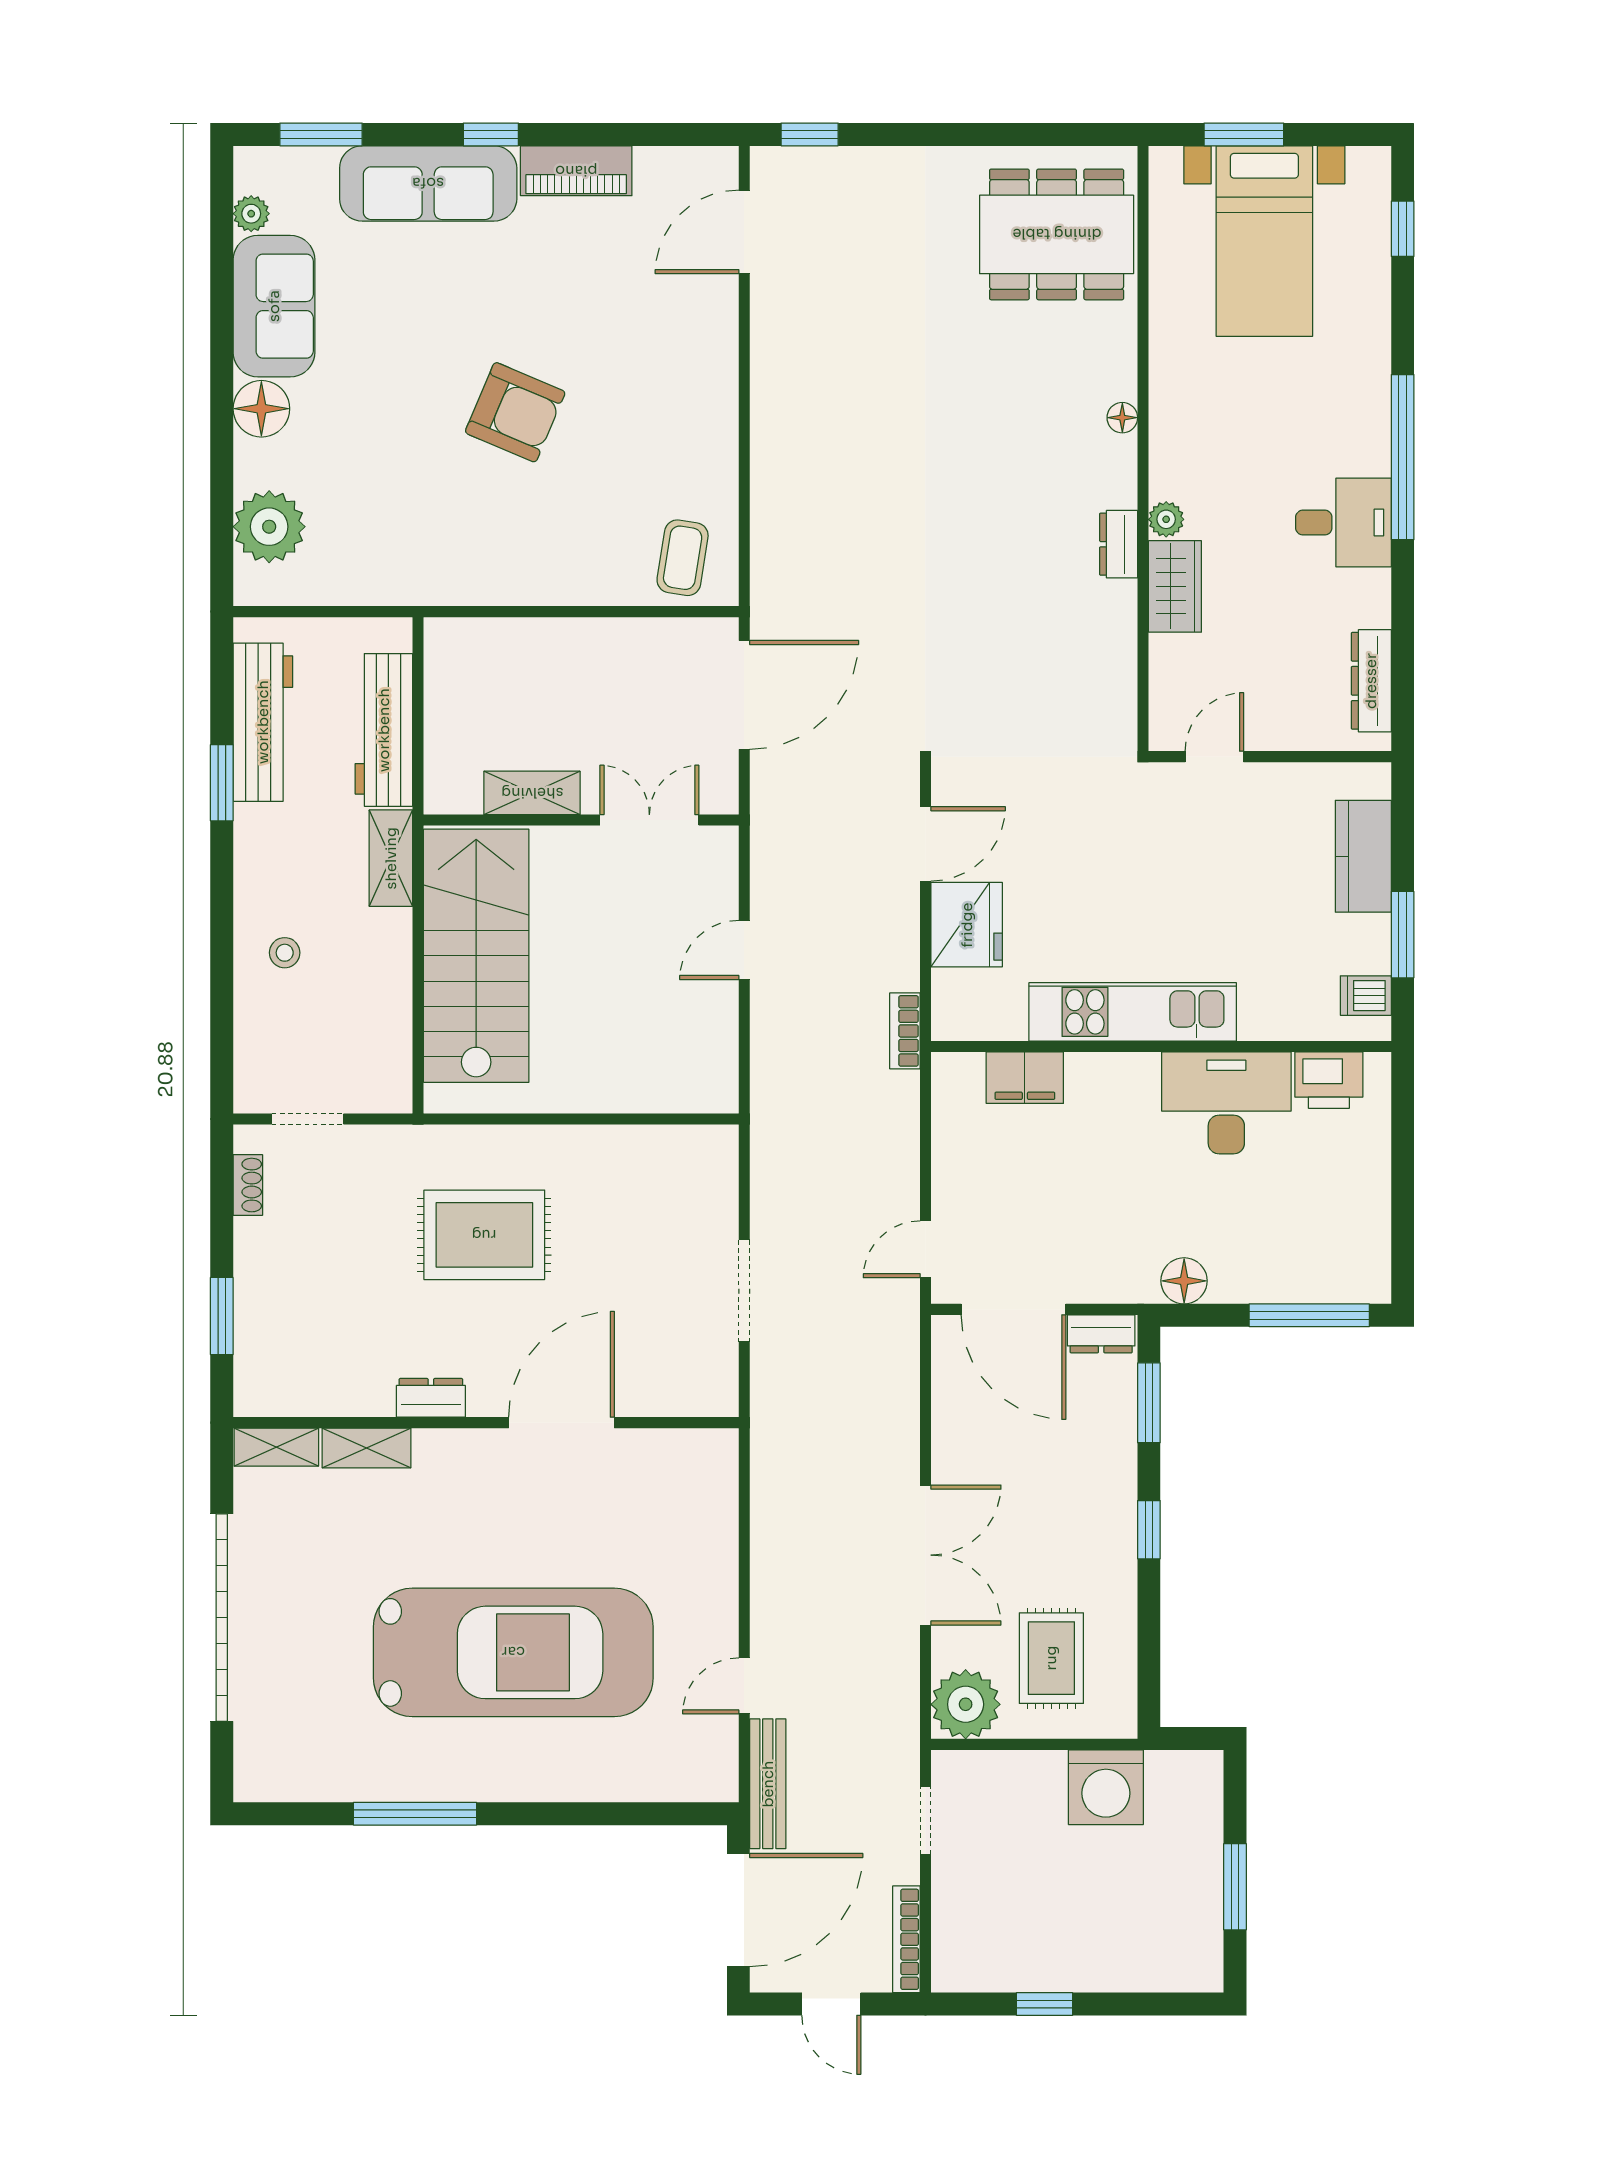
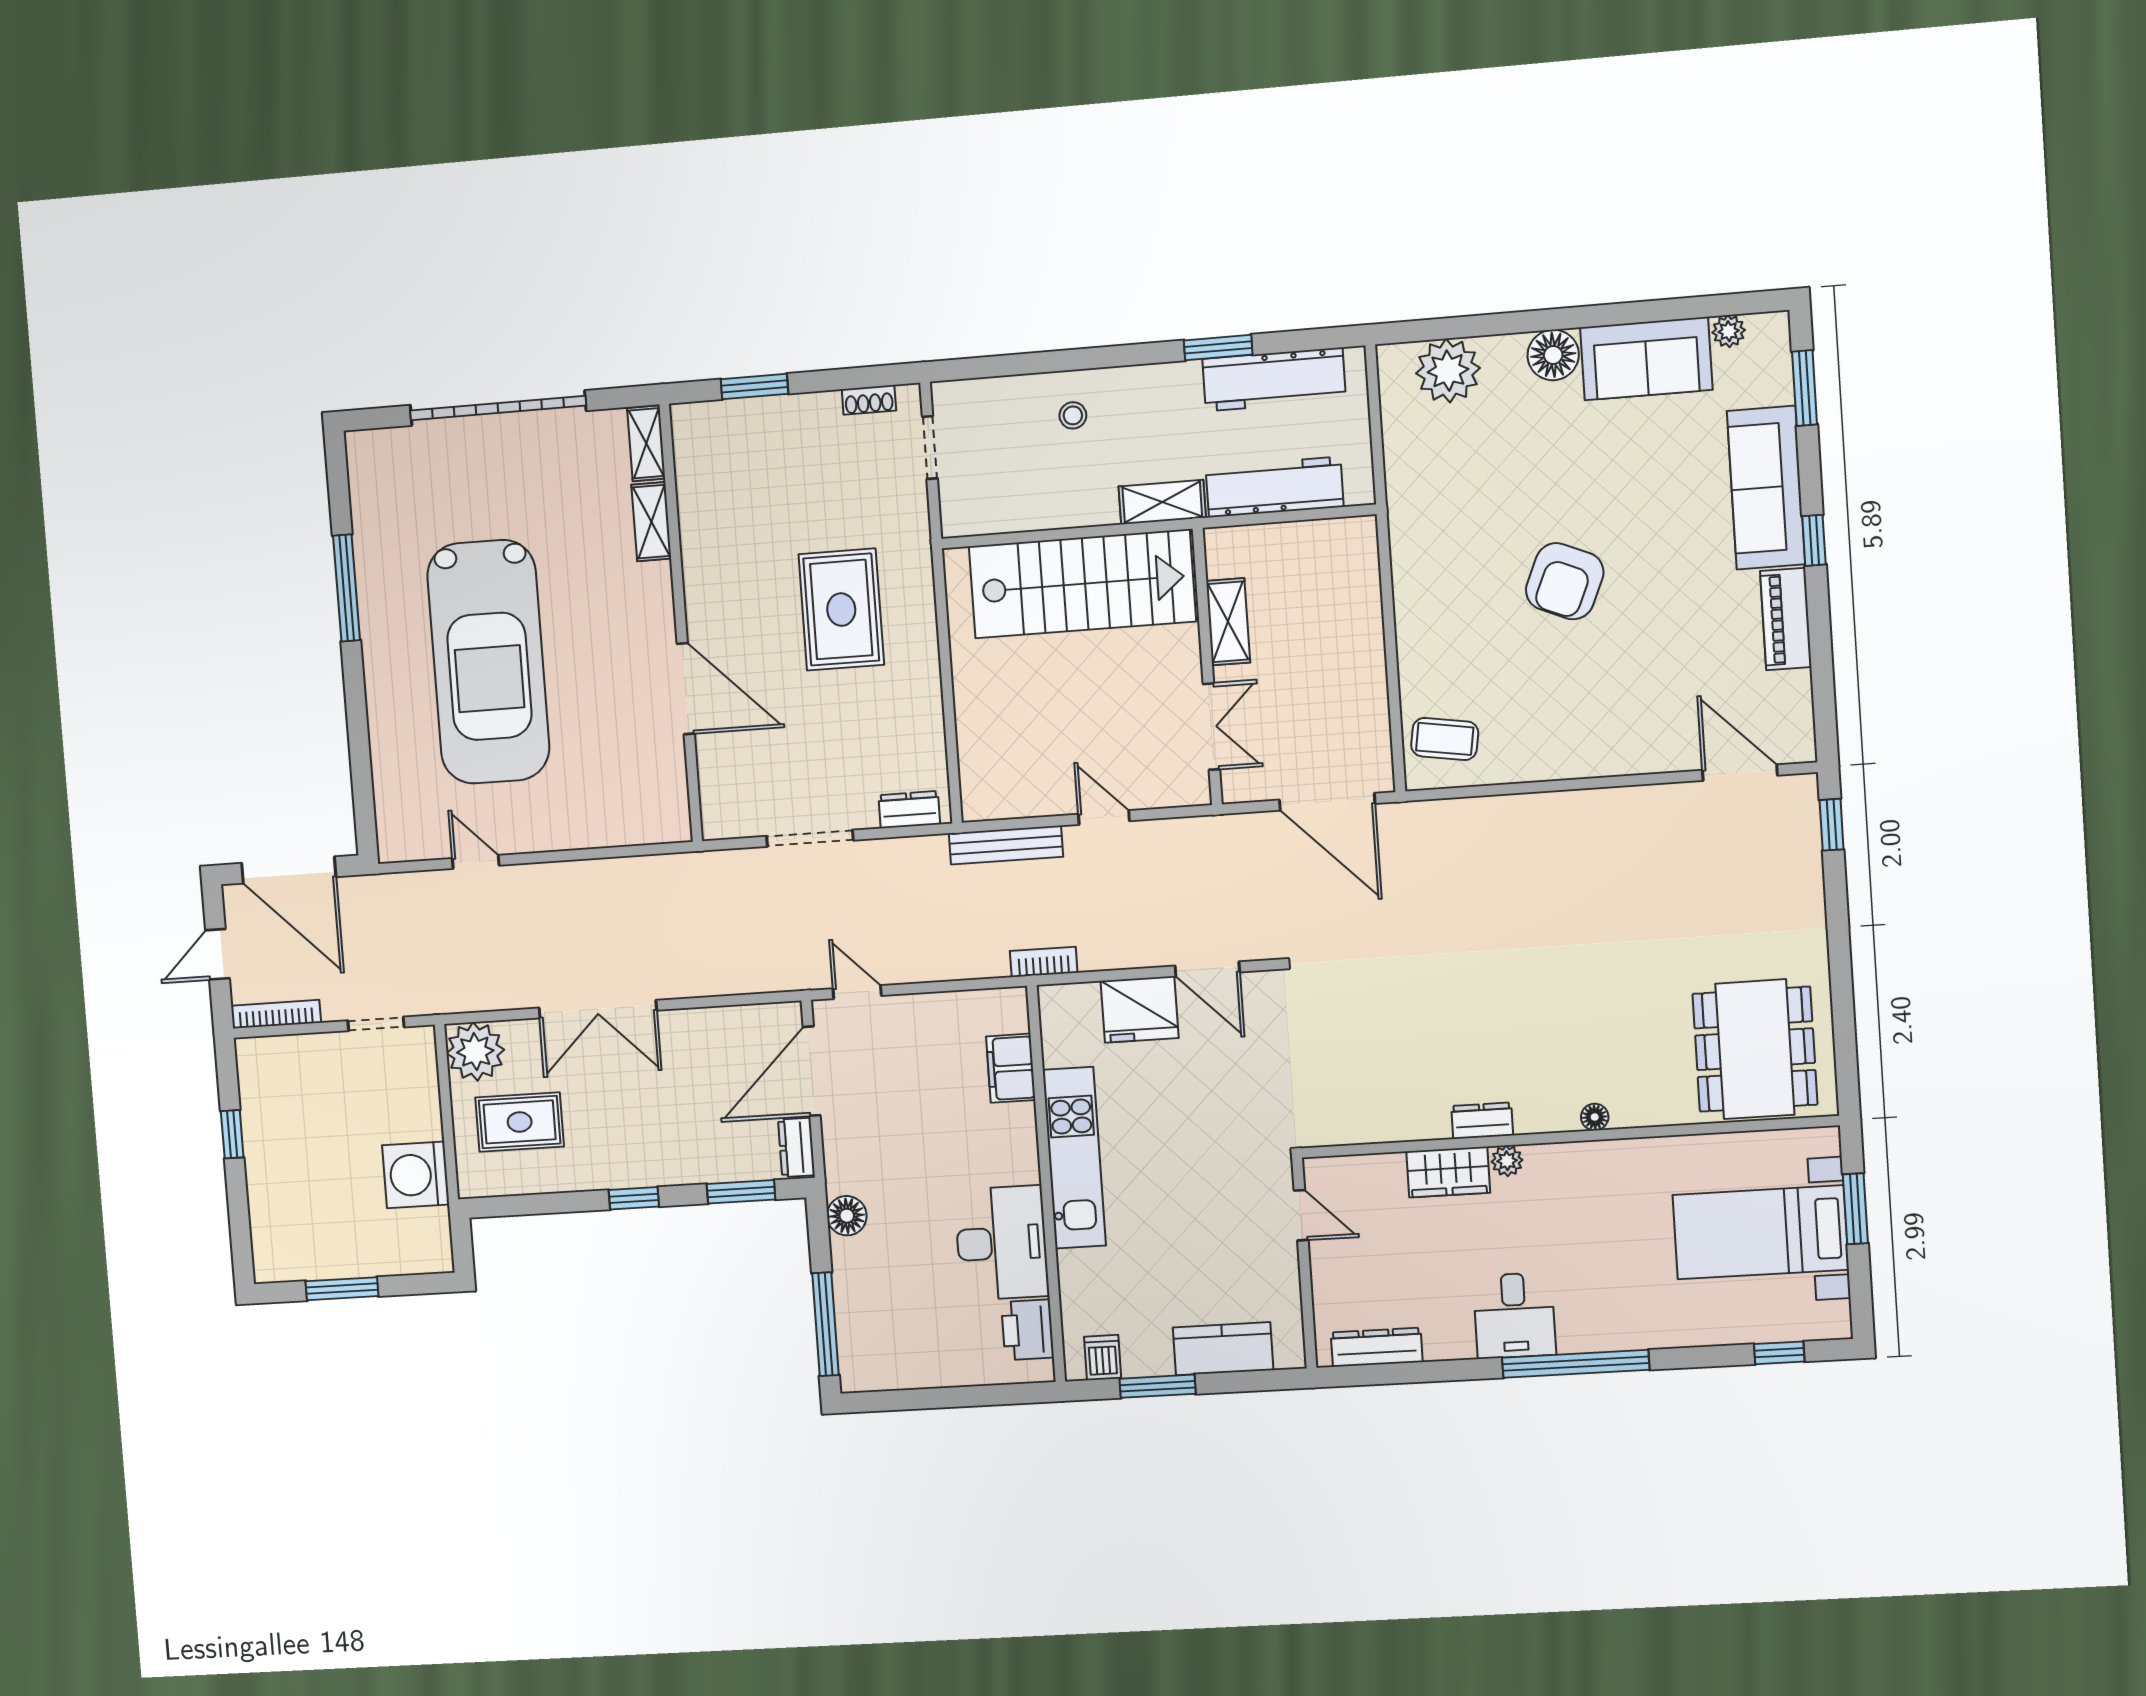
dresser: (431, 1398) -> (909, 810), moved, turned -90
bench: (768, 1784) -> (1006, 845), moved

